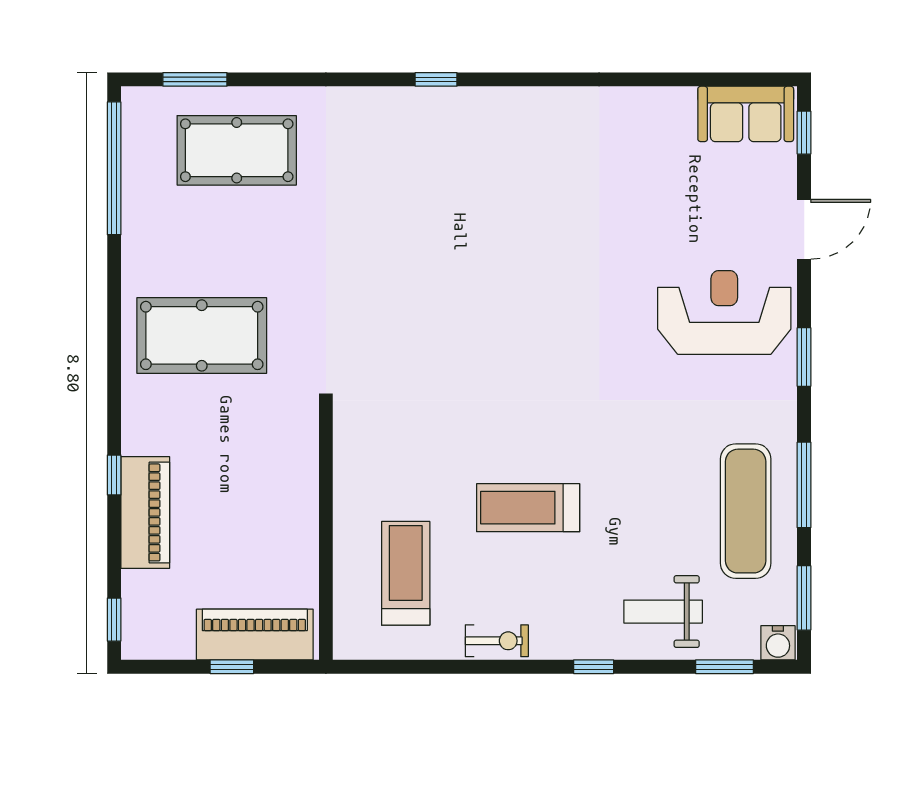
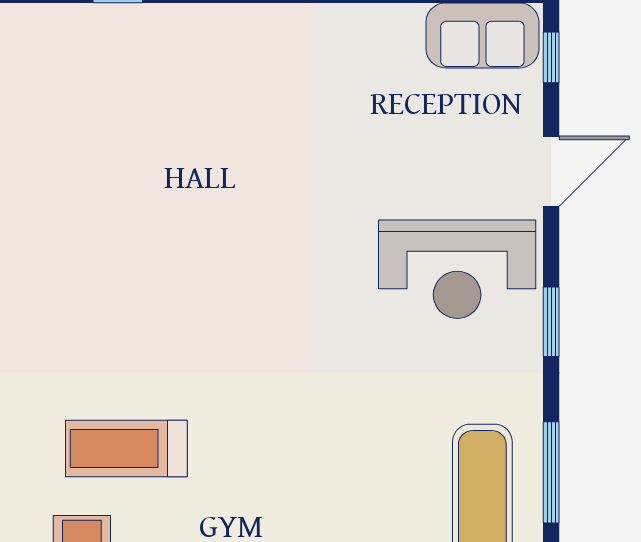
reception desk: (724, 312) -> (457, 269), turned 180
treadmill: (528, 508) -> (126, 448), moved

